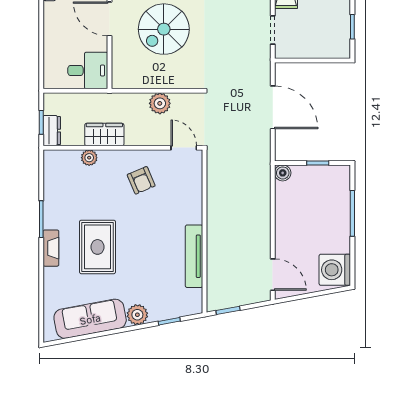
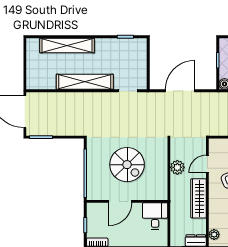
wardrobe: (104, 135) -> (198, 198), width x1.50
door: (184, 148) -> (207, 164), moved
plant: (89, 158) -> (214, 234), moved

